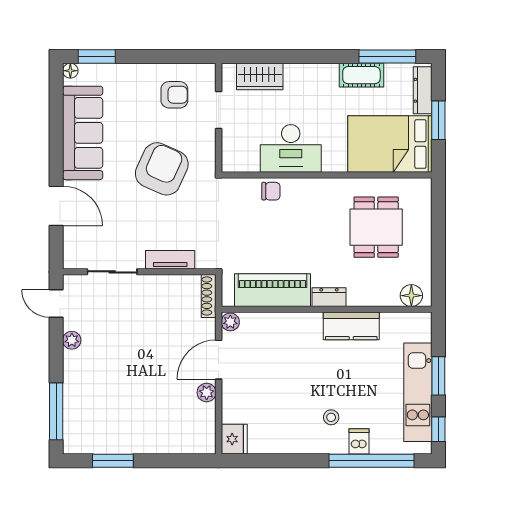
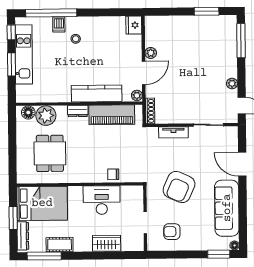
wardrobe: (260, 77) -> (107, 243), moved
plant: (382, 290) -> (46, 116), added
kitchen counter: (351, 326) -> (97, 94), moved, width x1.50

